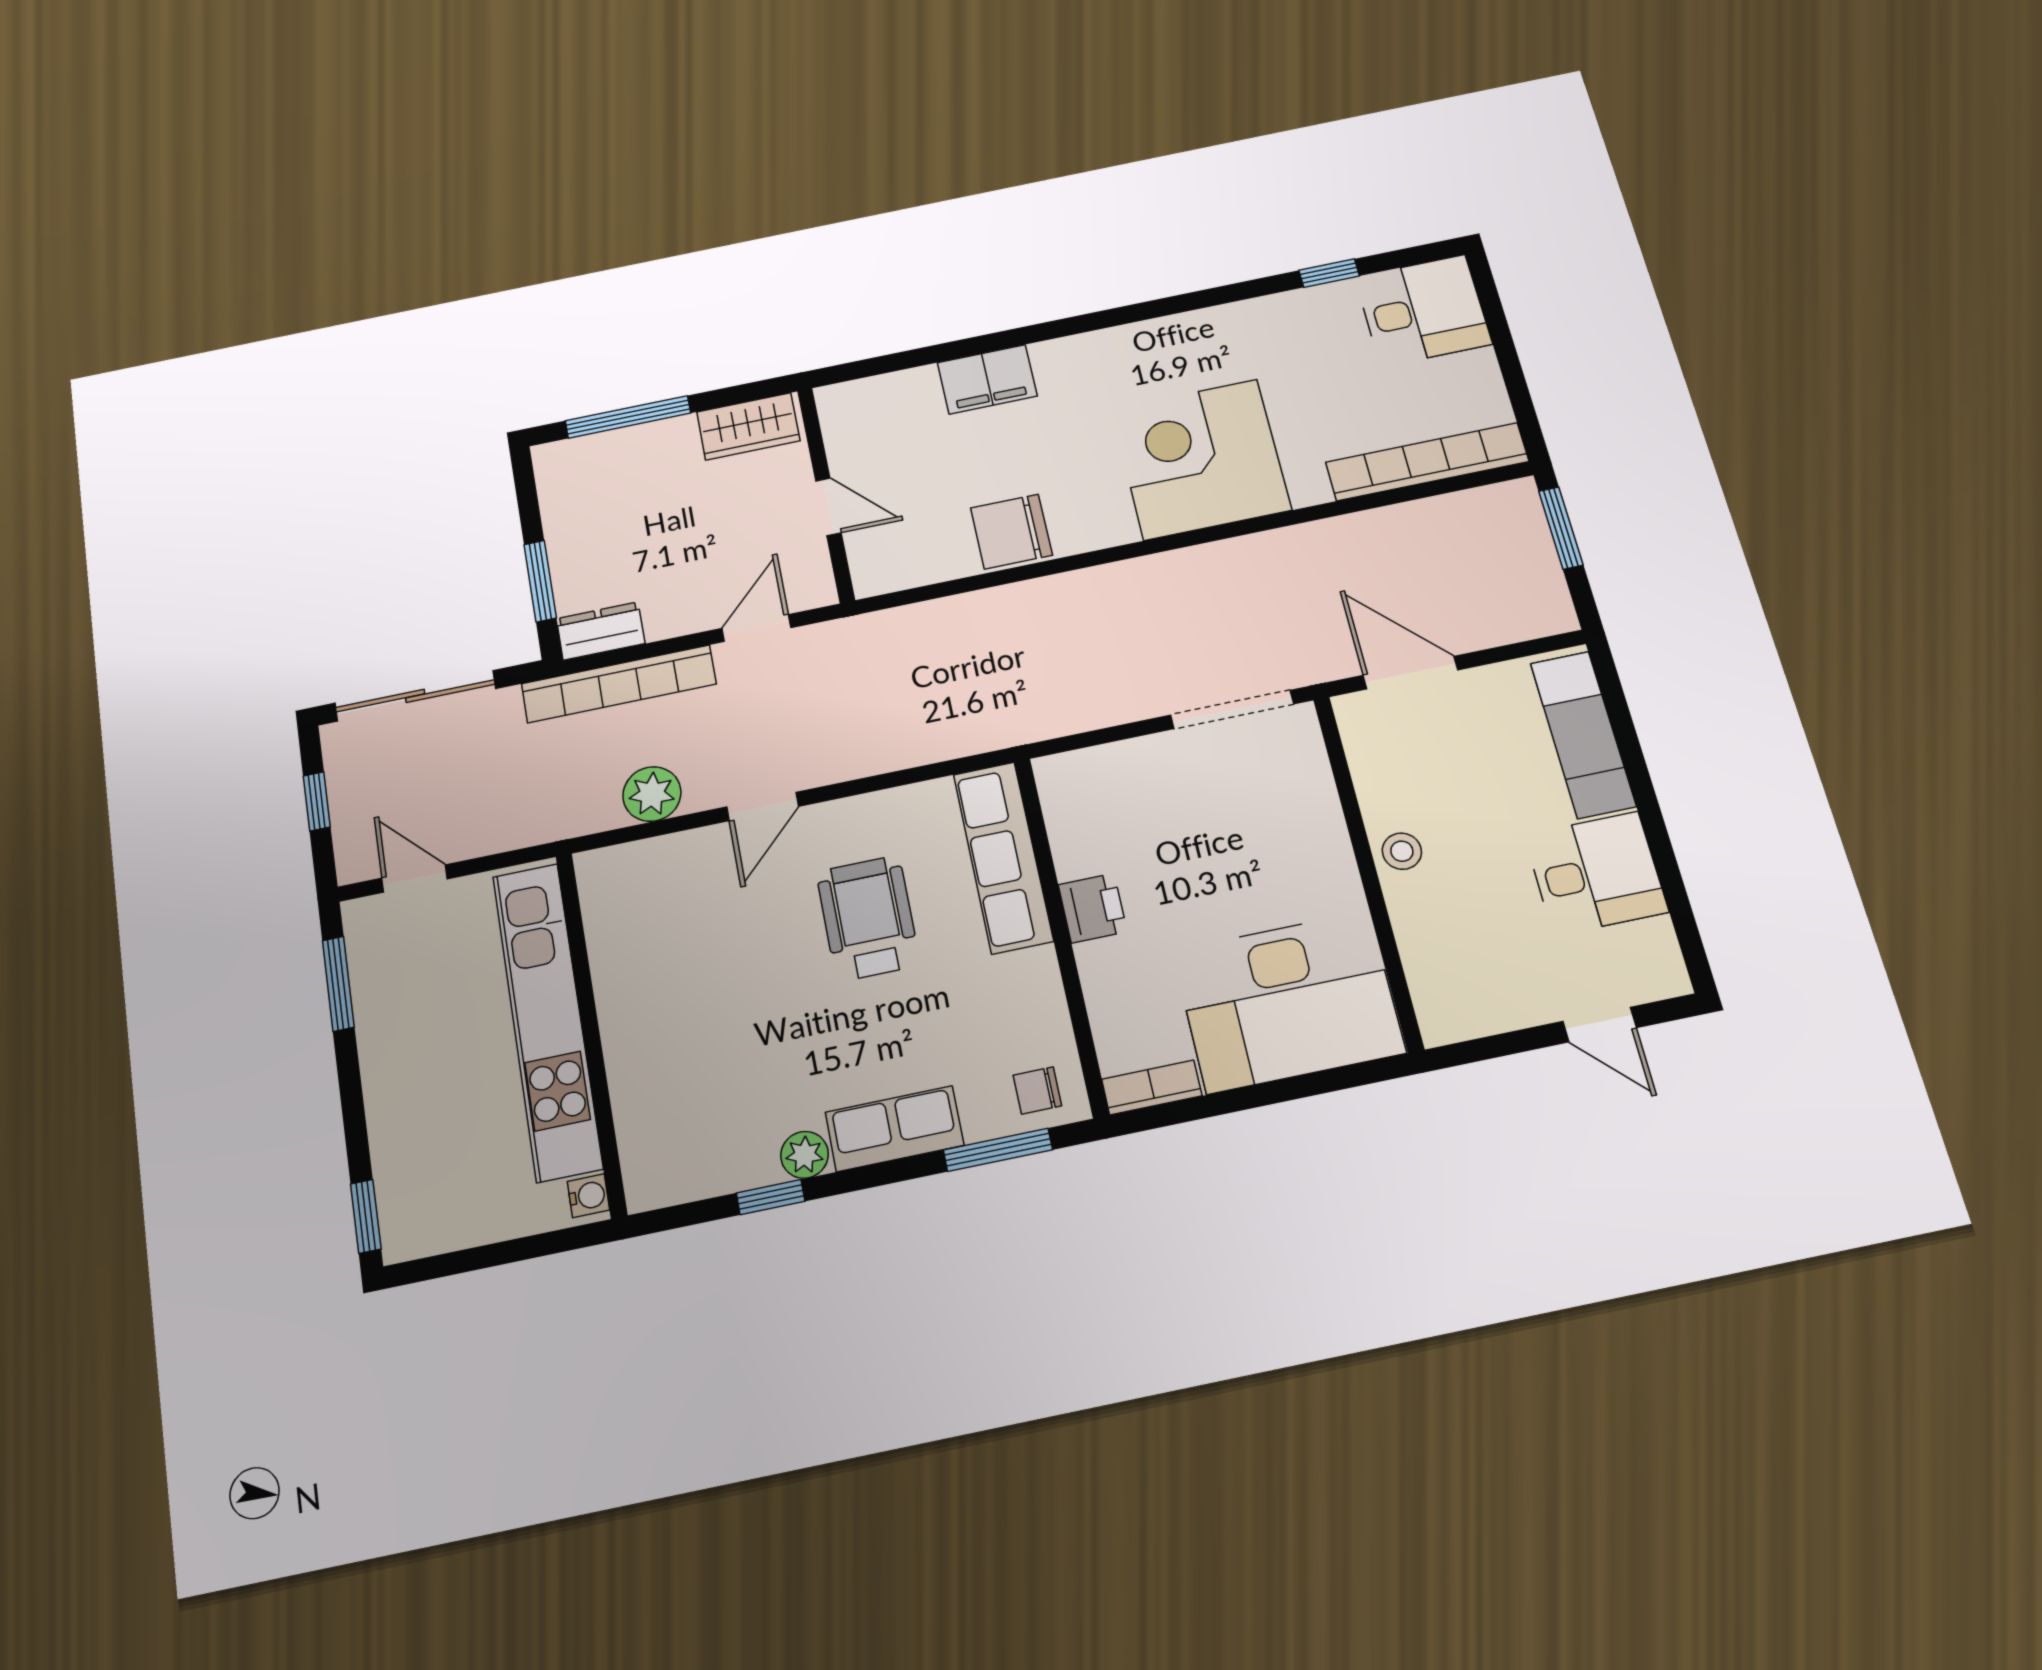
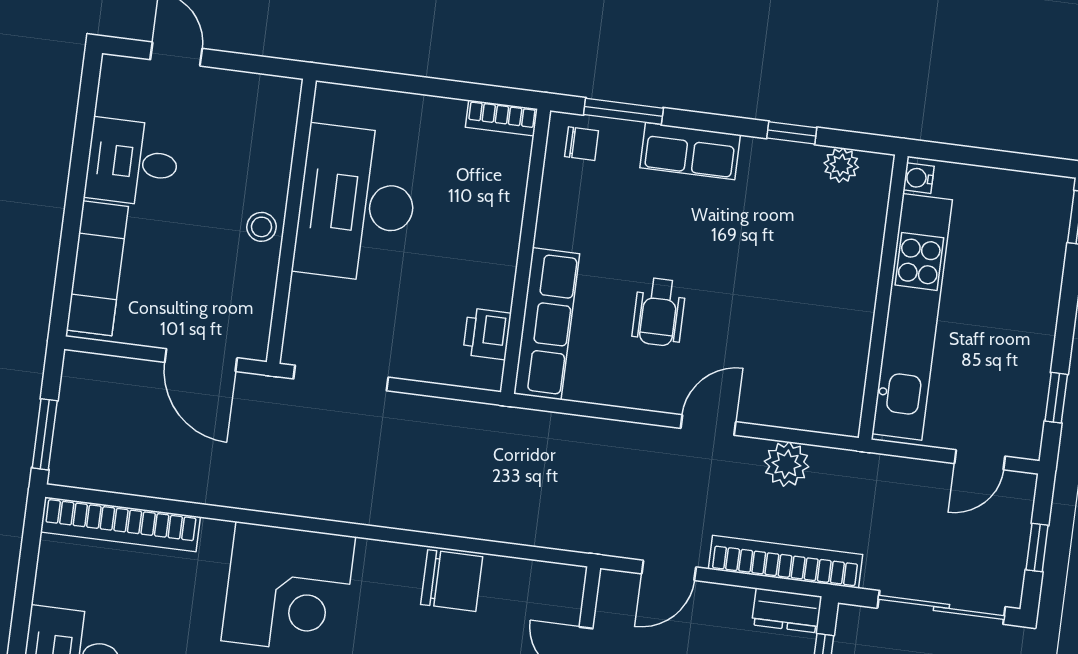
door: (415, 878) -> (980, 460), hinge flipped
printer: (1093, 908) -> (487, 334), moved
wheelchair: (868, 918) -> (659, 312), width x0.73, depth x0.73
window: (338, 984) -> (1056, 398), width x0.67
desk: (1288, 1002) -> (357, 204), moved, turned -90
plant: (805, 1155) -> (841, 165), moved

